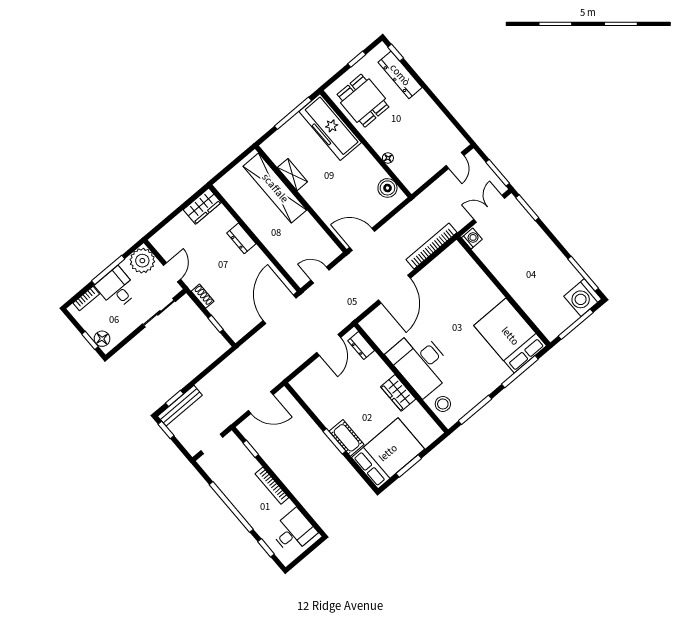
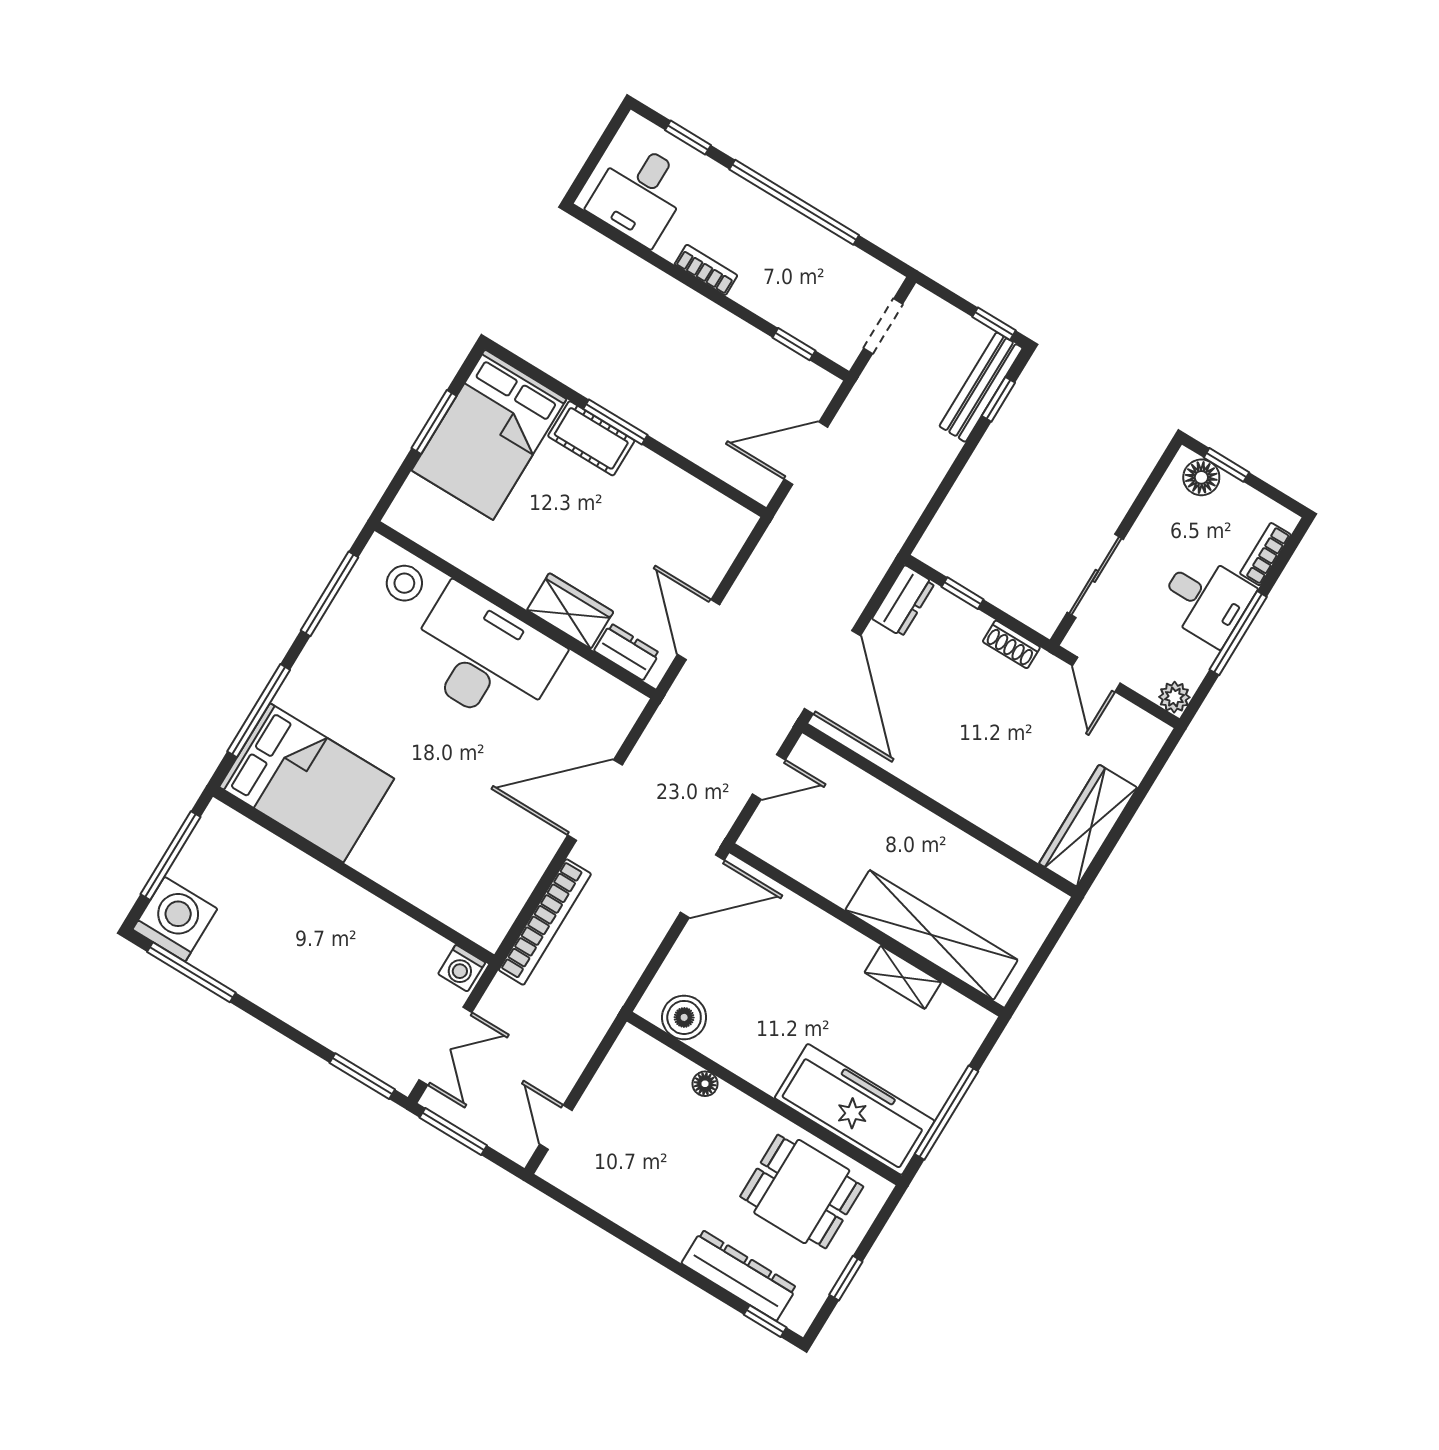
wardrobe: (202, 206) -> (1088, 826), width x1.50
dresser: (241, 238) -> (903, 601), moved, turned 90
plant: (142, 261) -> (1174, 697), width x0.53, depth x0.53
door: (394, 289) -> (595, 800), hinge flipped
wardrobe: (398, 393) -> (570, 611), moved
bookcase: (272, 486) -> (706, 270), width x0.64

